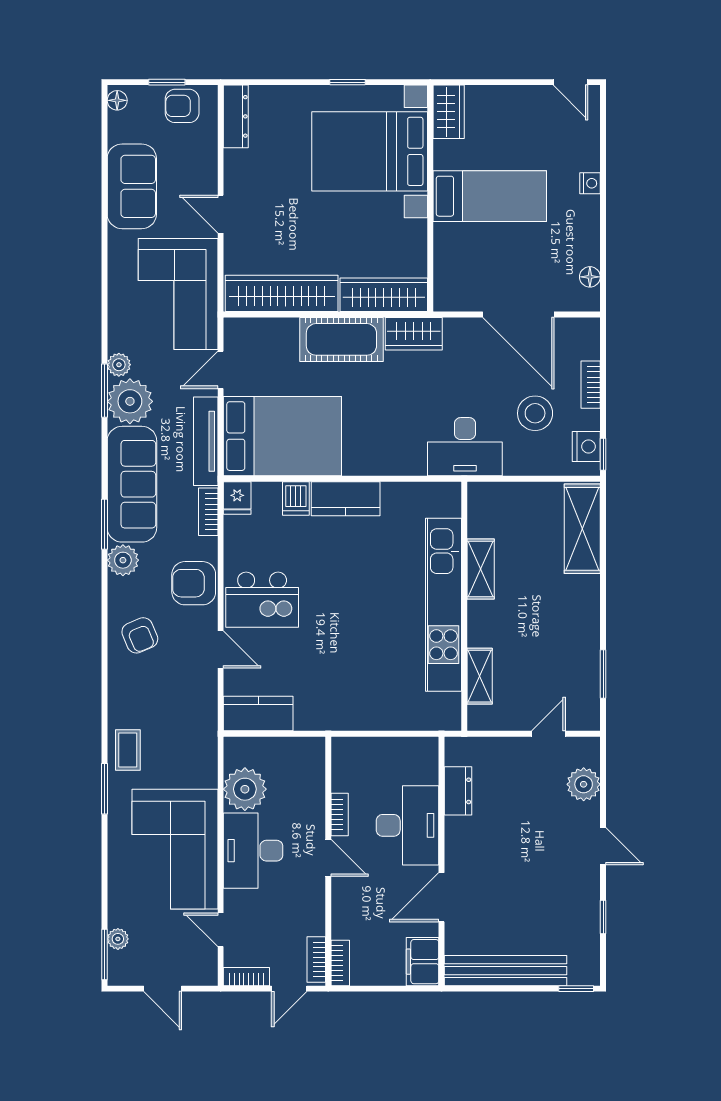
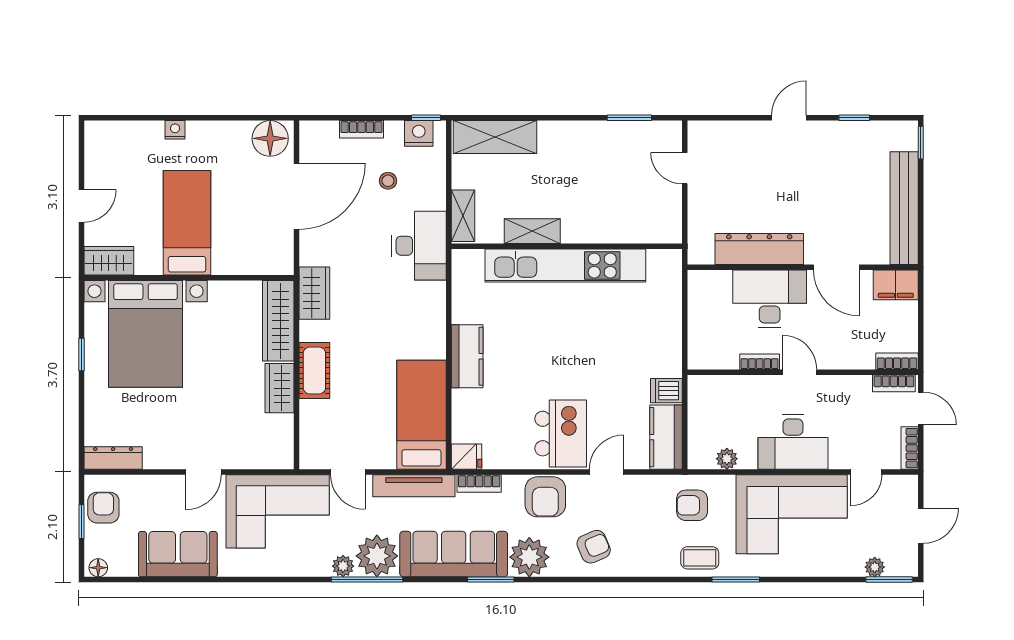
door: (570, 82) -> (81, 206), moved
armchair: (182, 106) -> (103, 508), turned 180
floor lamp: (590, 277) -> (270, 138), width x1.89, depth x1.89
wardrobe: (282, 293) -> (279, 388), width x0.48, depth x0.85
cot: (341, 339) -> (314, 370), width x0.73, depth x0.75
window: (104, 391) -> (367, 580), width x1.44
stool: (535, 413) -> (388, 181), width x0.53, depth x0.53
bed: (282, 436) -> (421, 415), width x0.67
dishwasher: (296, 499) -> (666, 391), moved, turned 180
plant: (123, 560) -> (529, 557), width x1.36, depth x1.36
shelving: (480, 676) -> (463, 216), moved, turned 90
armchair: (185, 742) -> (692, 505), added
plant: (584, 784) -> (732, 136), removed
plant: (245, 789) -> (727, 459), width x0.53, depth x0.53
dresser: (458, 791) -> (759, 249), width x1.96, depth x1.24
door: (328, 858) -> (800, 372), hinge flipped

